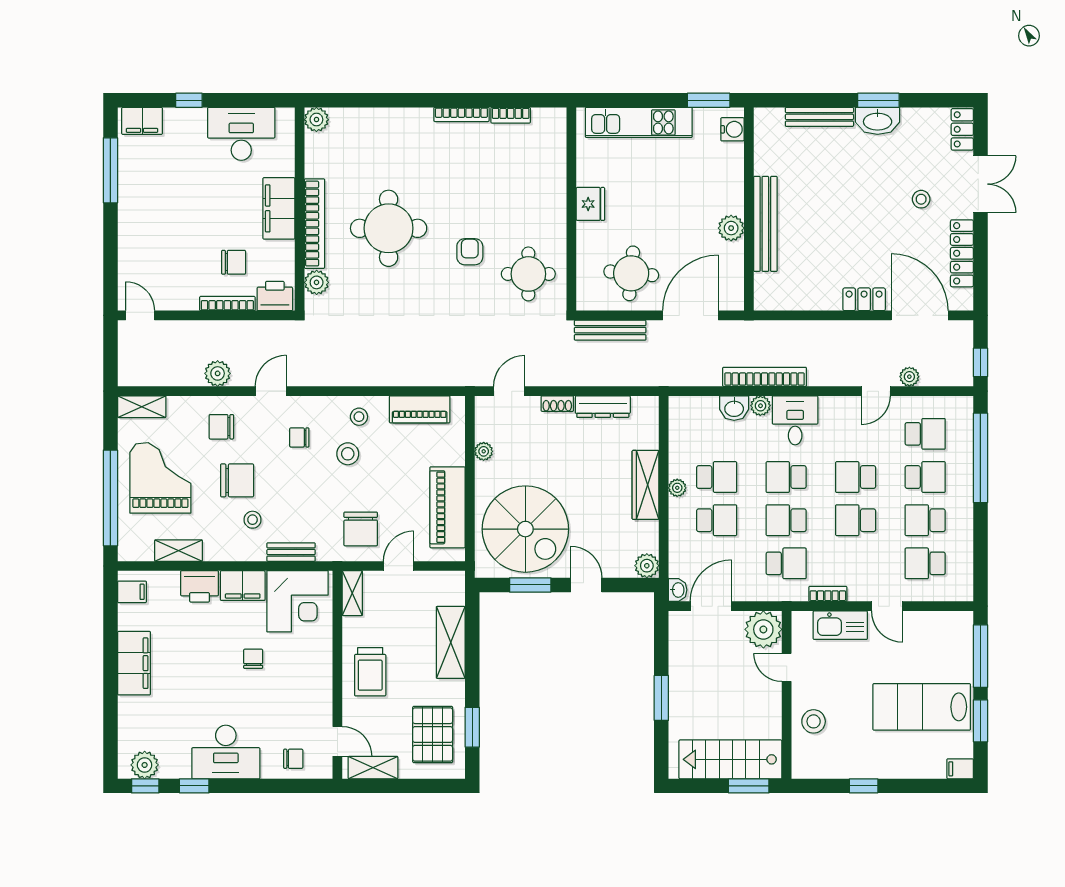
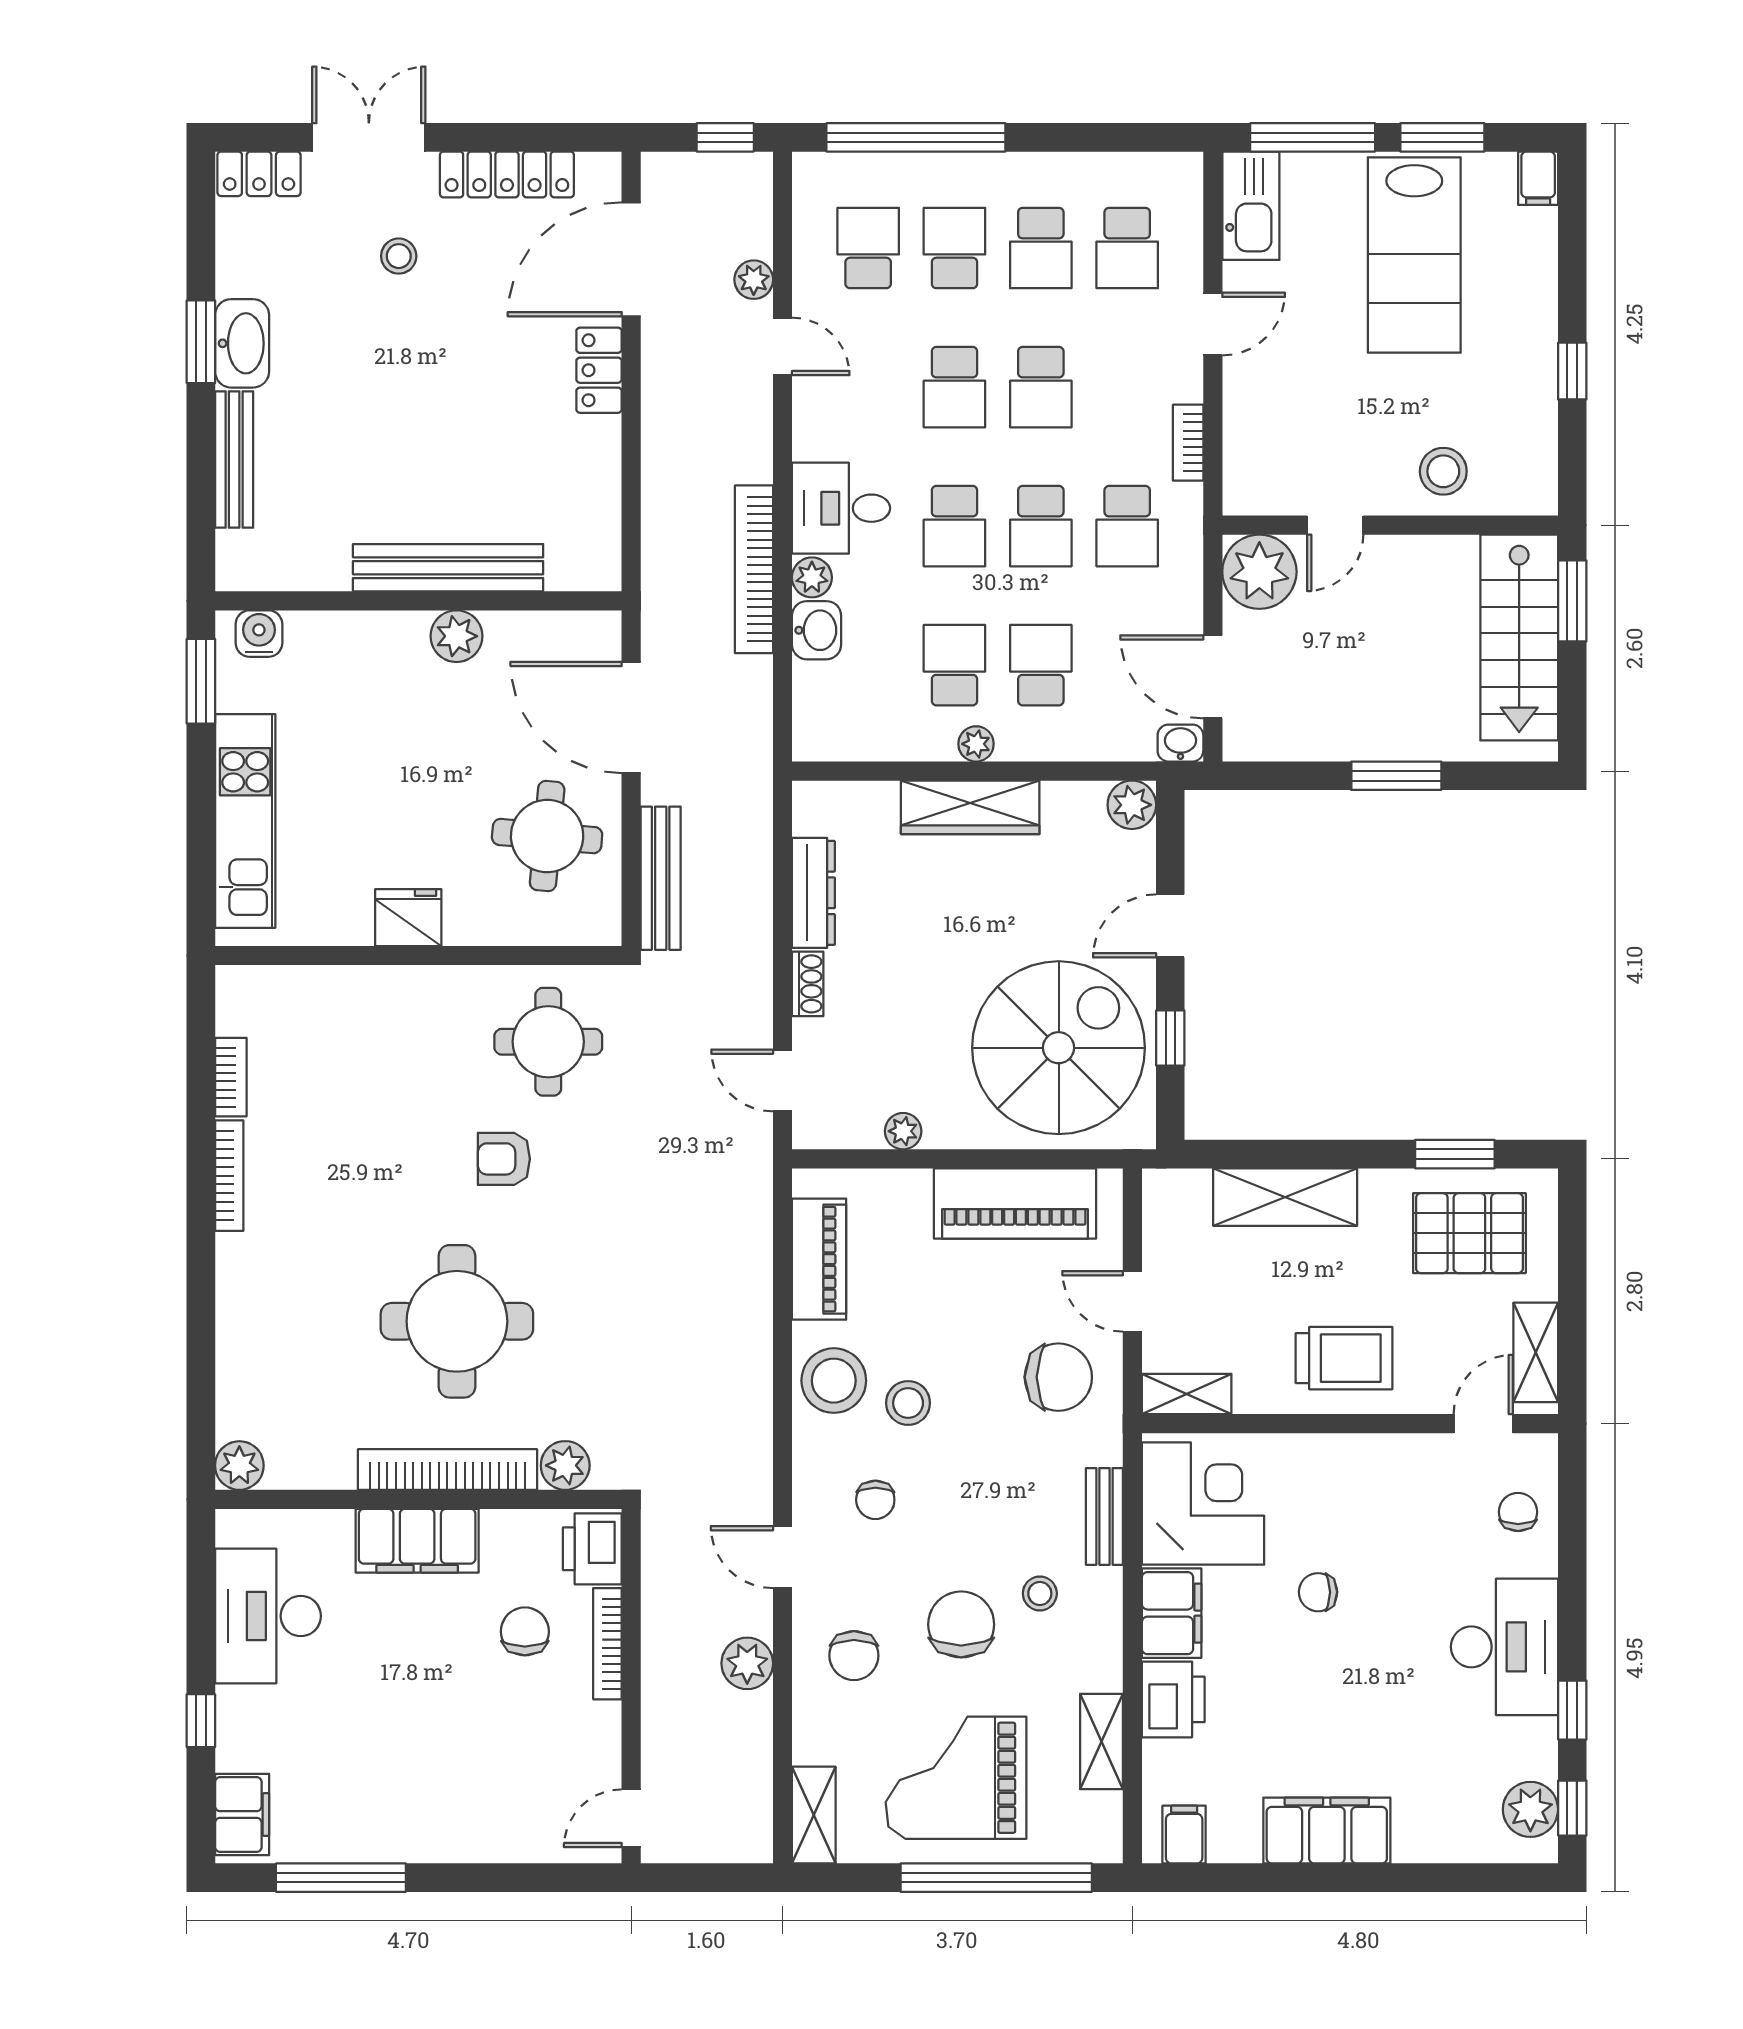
stool: (359, 417) -> (834, 1381), width x1.89, depth x1.89
school desk: (786, 563) -> (1127, 526), turned 180
window: (530, 585) -> (1170, 1038), width x0.67
kitchen sink: (840, 625) -> (1251, 206), moved

